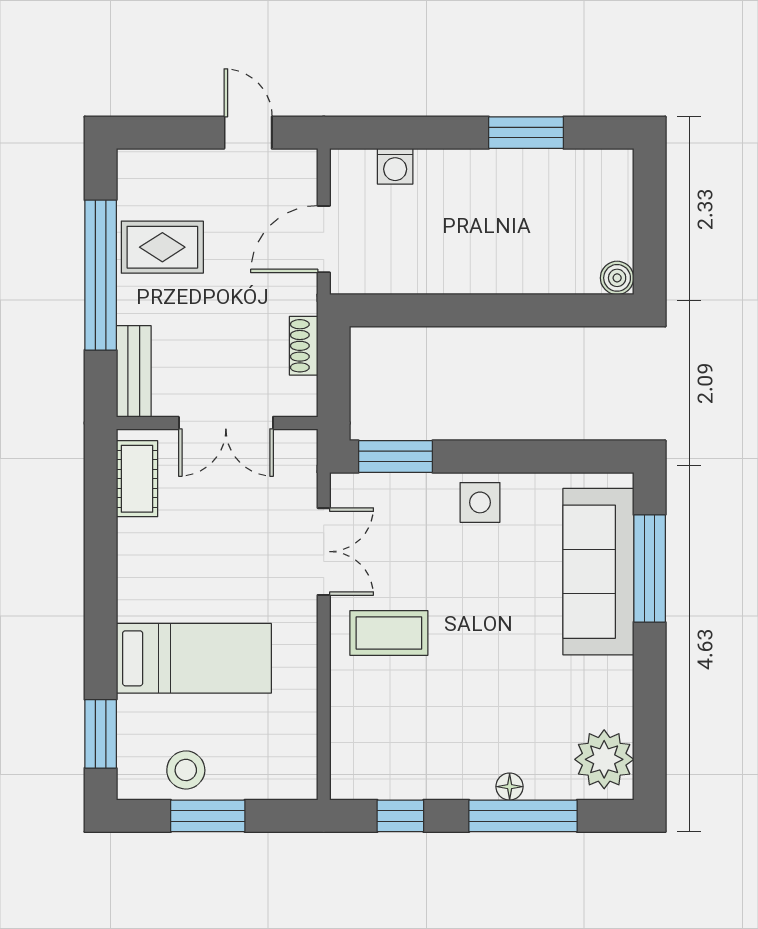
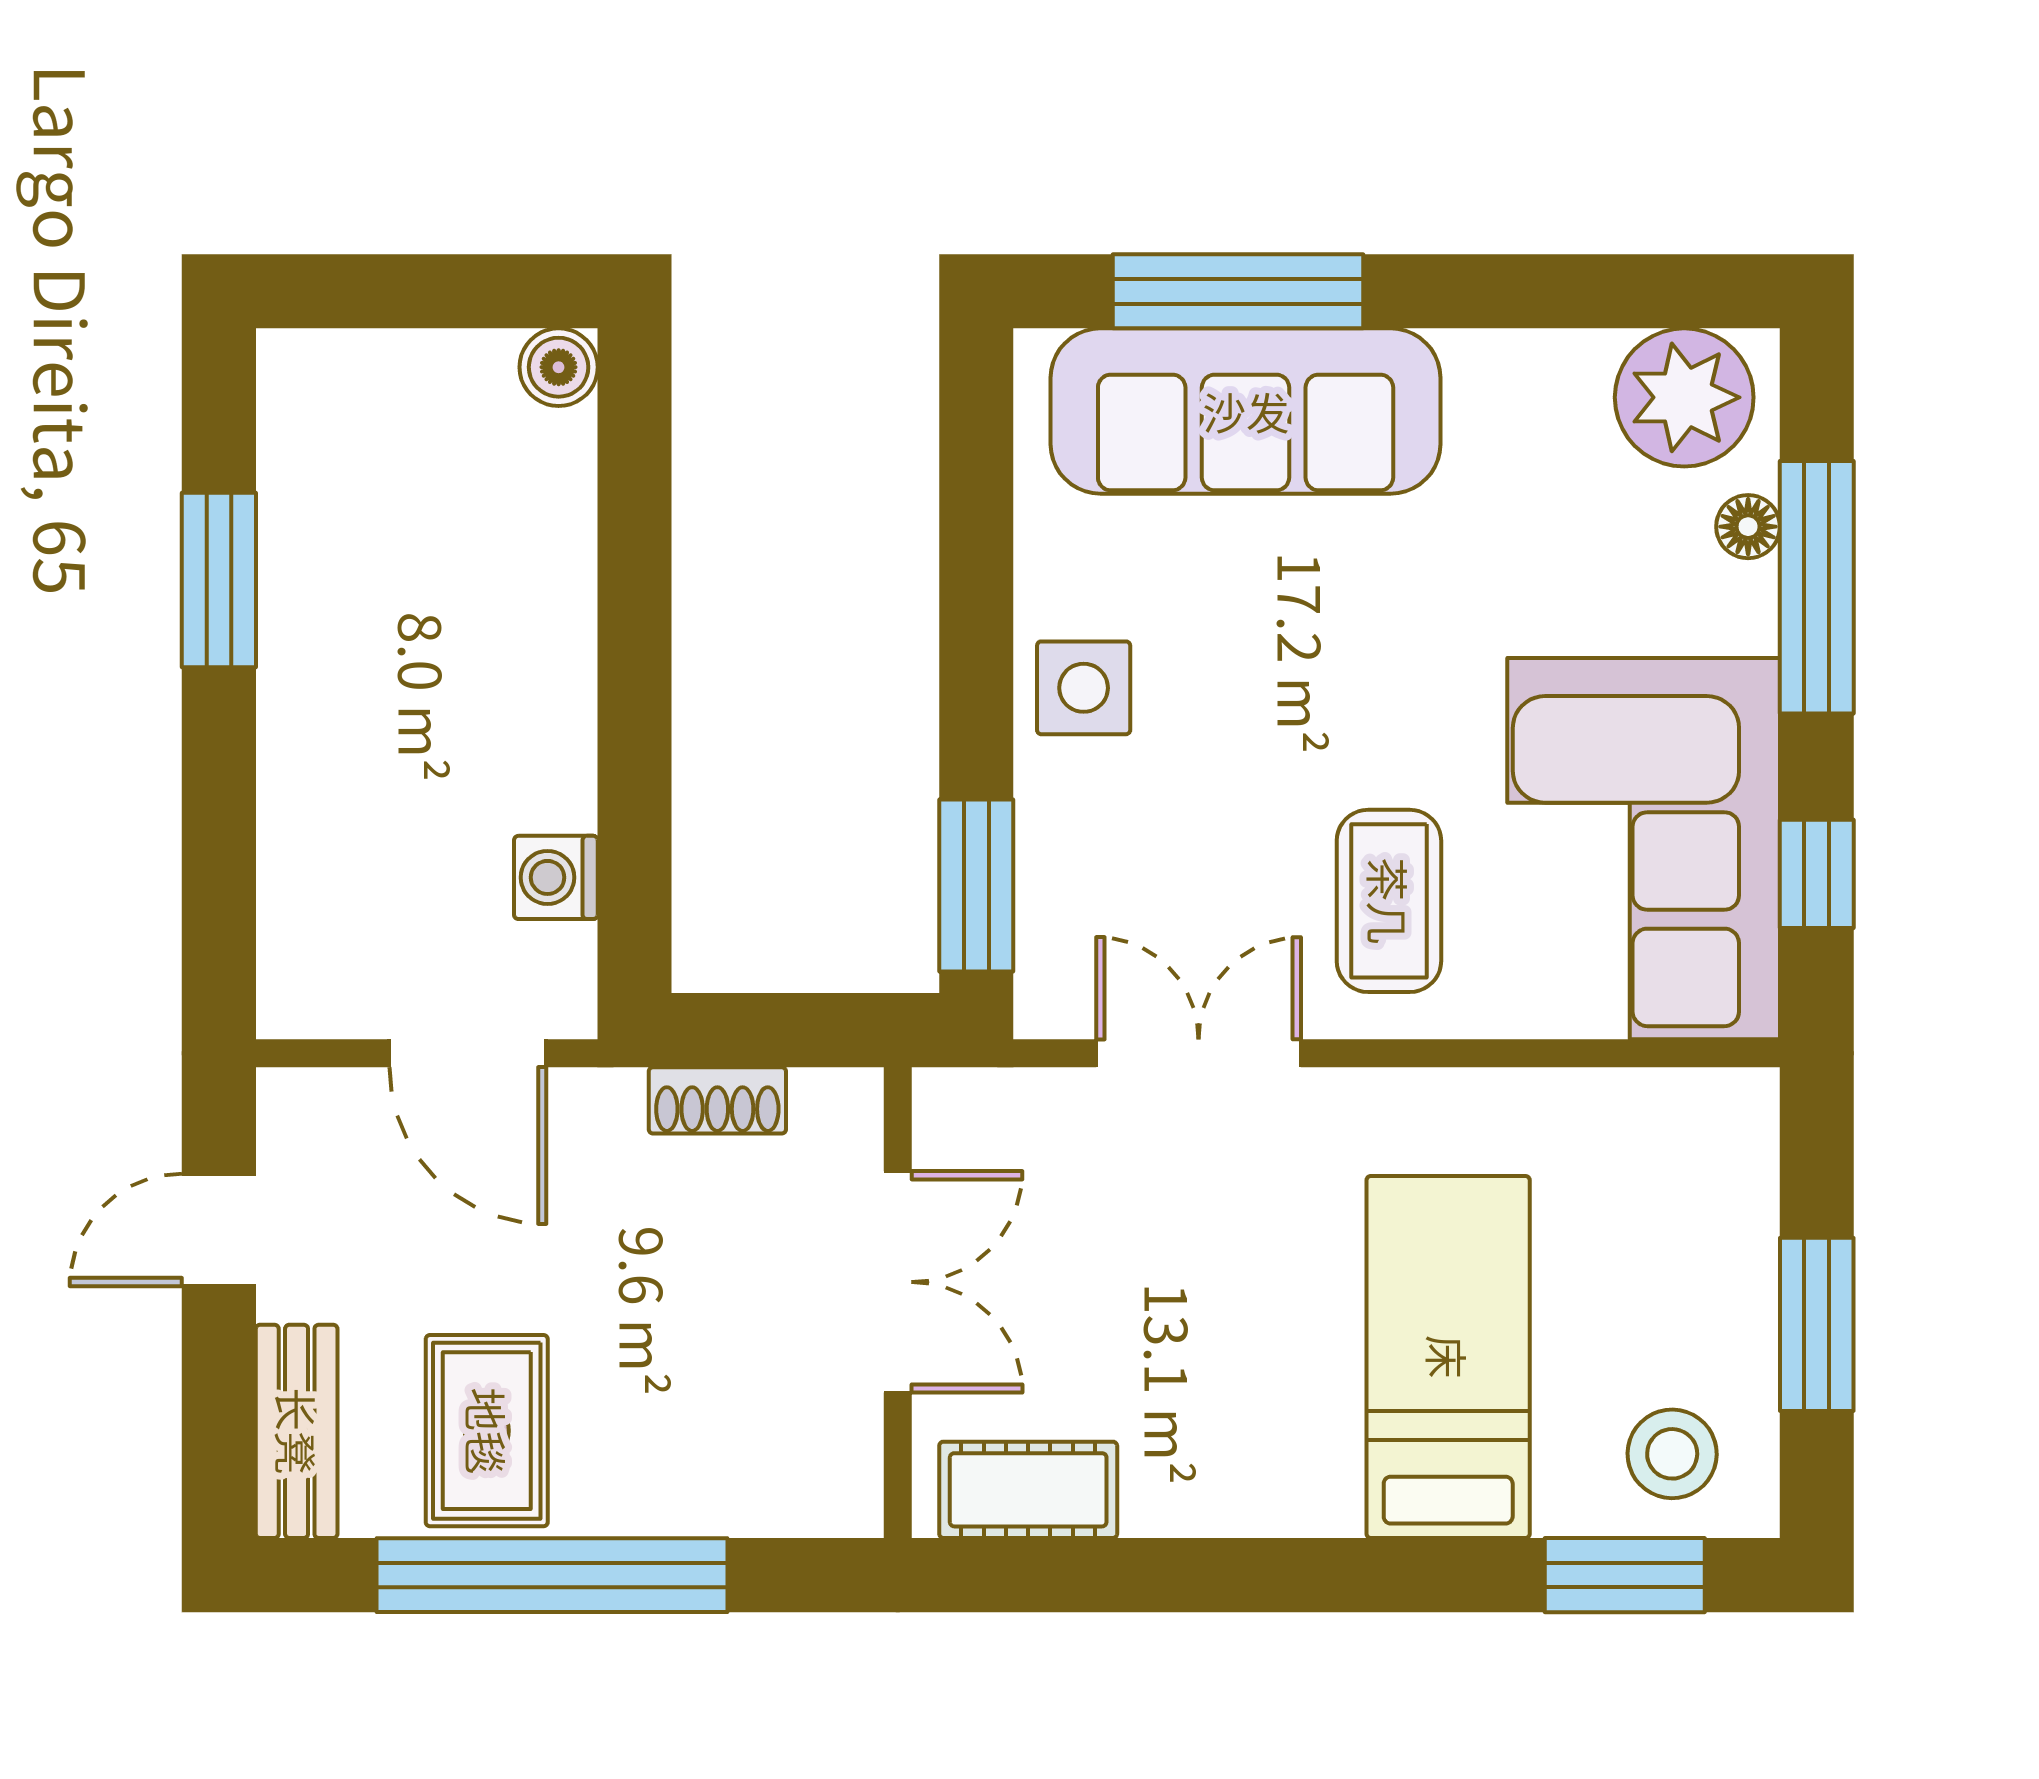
washing machine: (395, 166) -> (556, 877), moved, turned 180
bench: (134, 371) -> (297, 1431), moved, turned 90
corner sofa: (411, 742) -> (1644, 849), added
stool: (186, 770) -> (1672, 1454), moved
floor lamp: (510, 787) -> (1748, 527), moved

